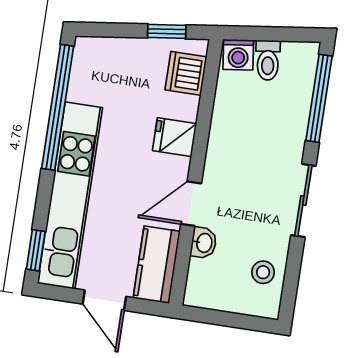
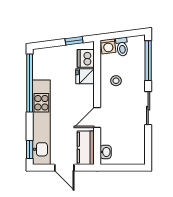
fridge: (175, 137) -> (85, 76), moved
washbasin: (204, 243) -> (106, 152), moved
stool: (263, 272) -> (116, 81), moved

